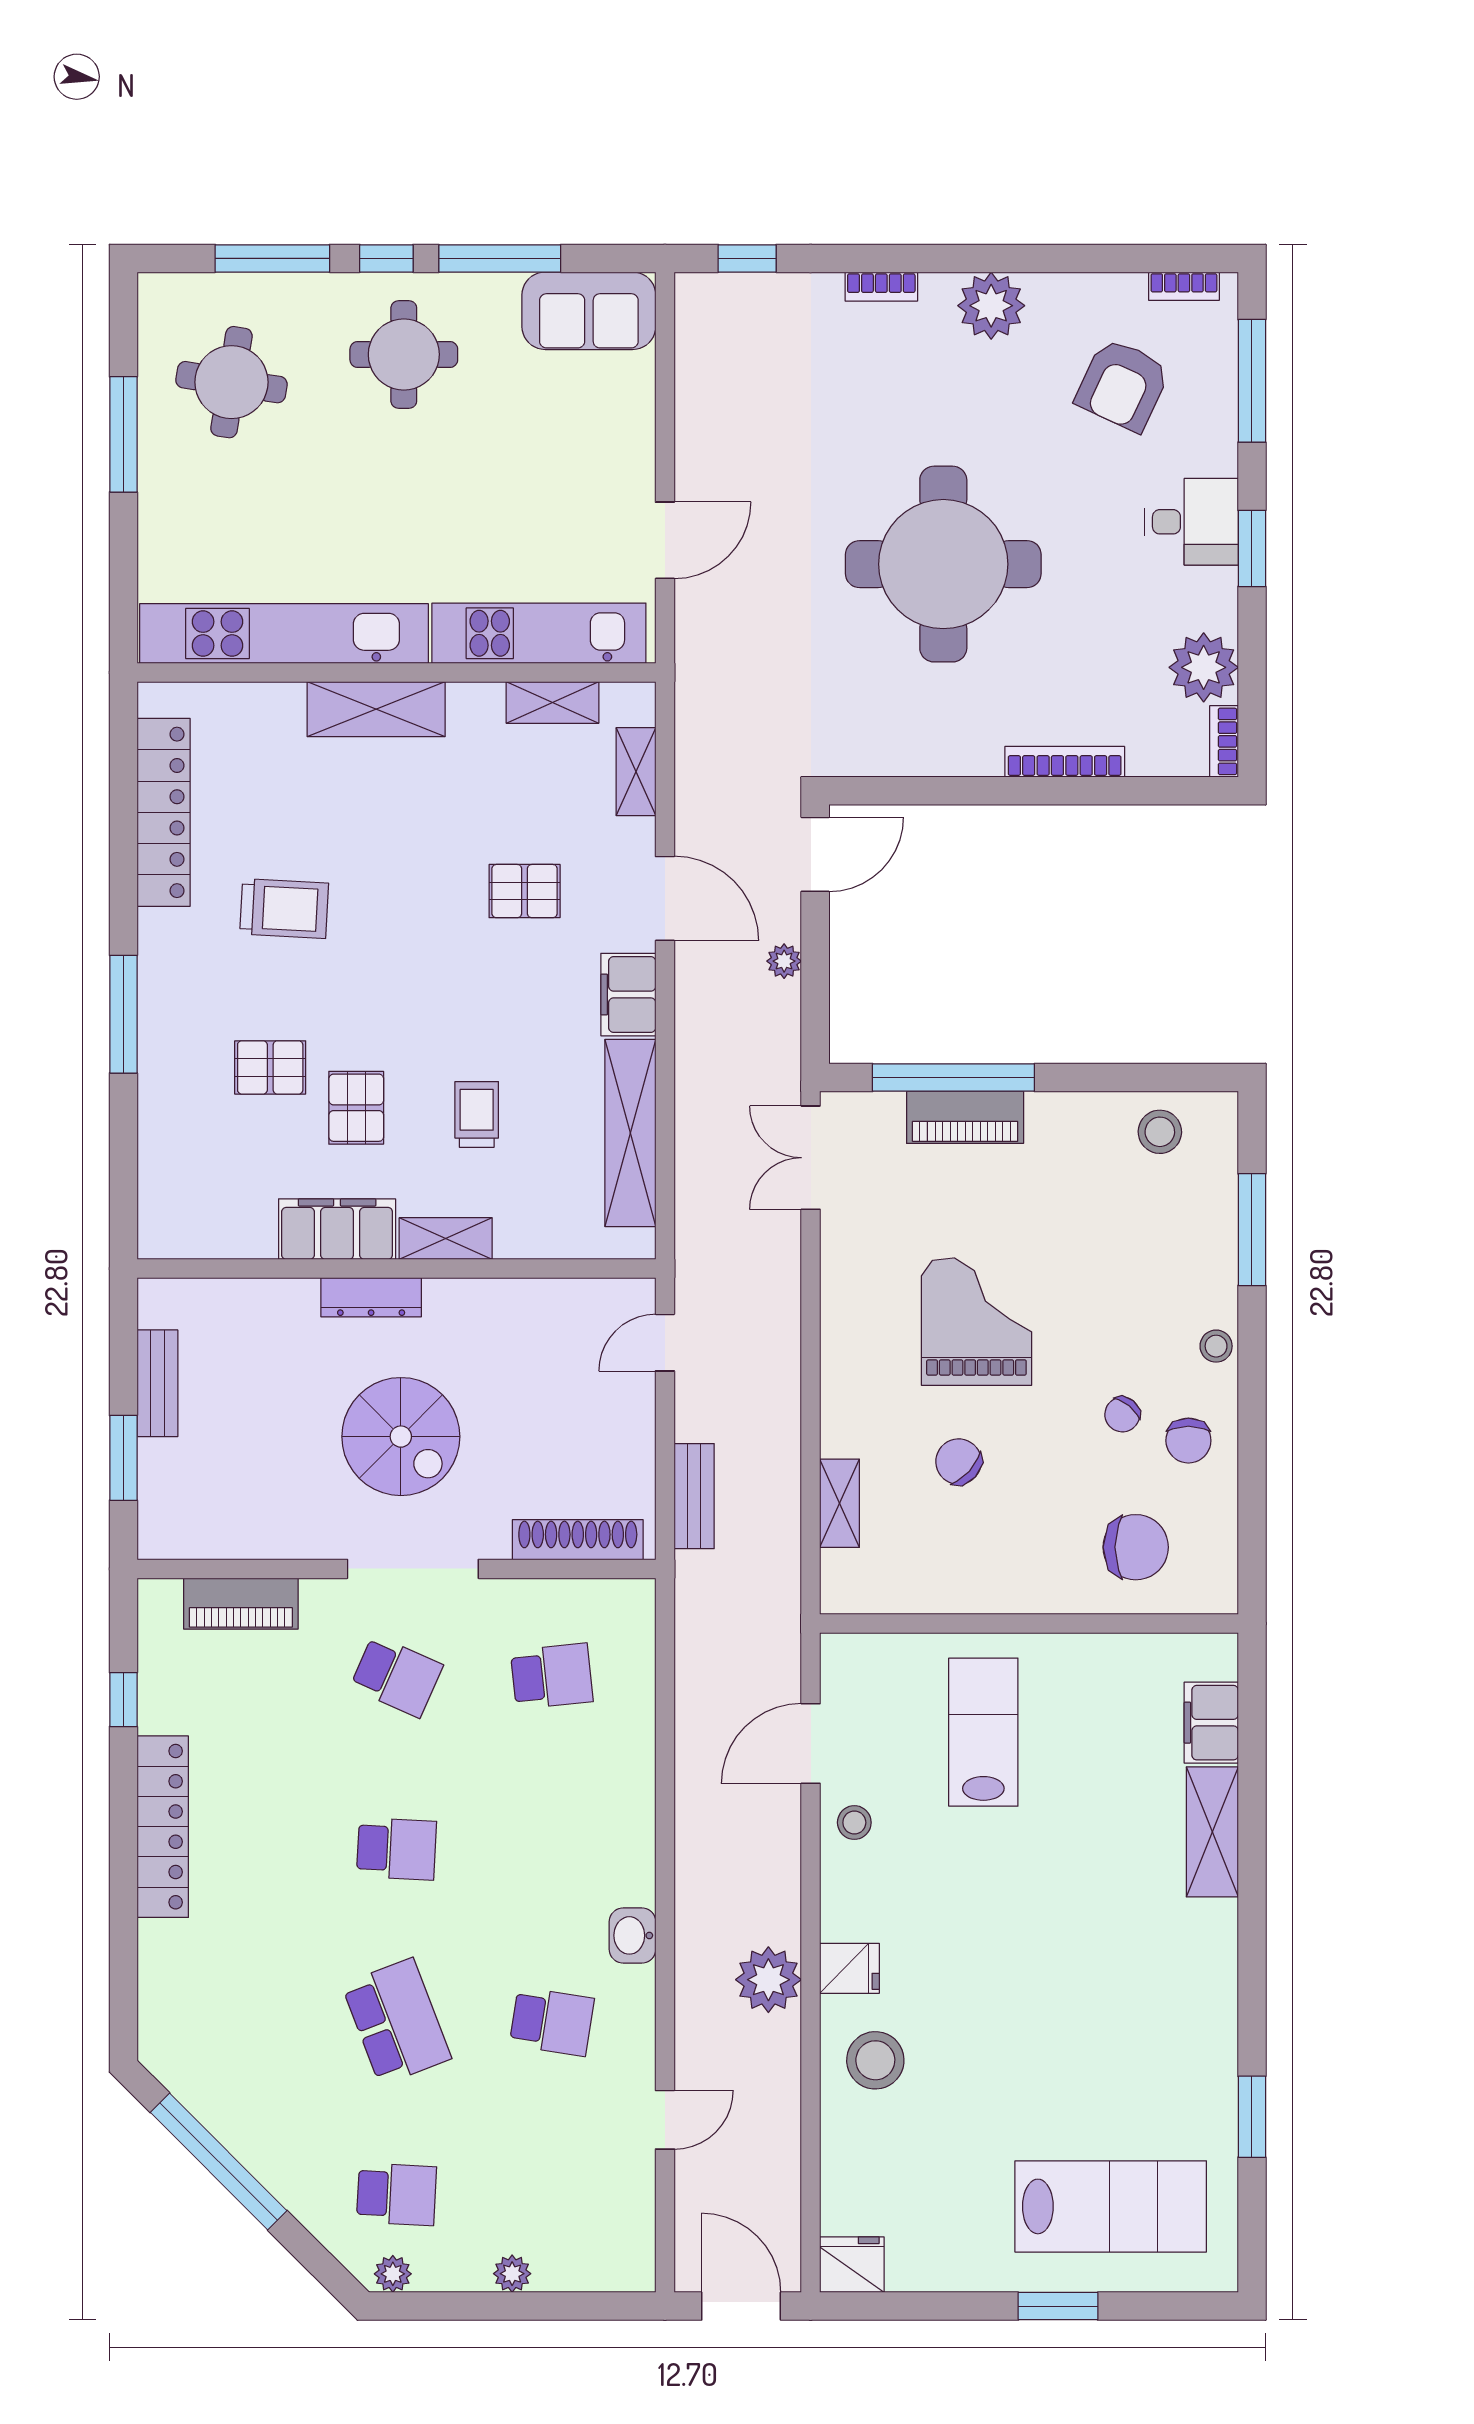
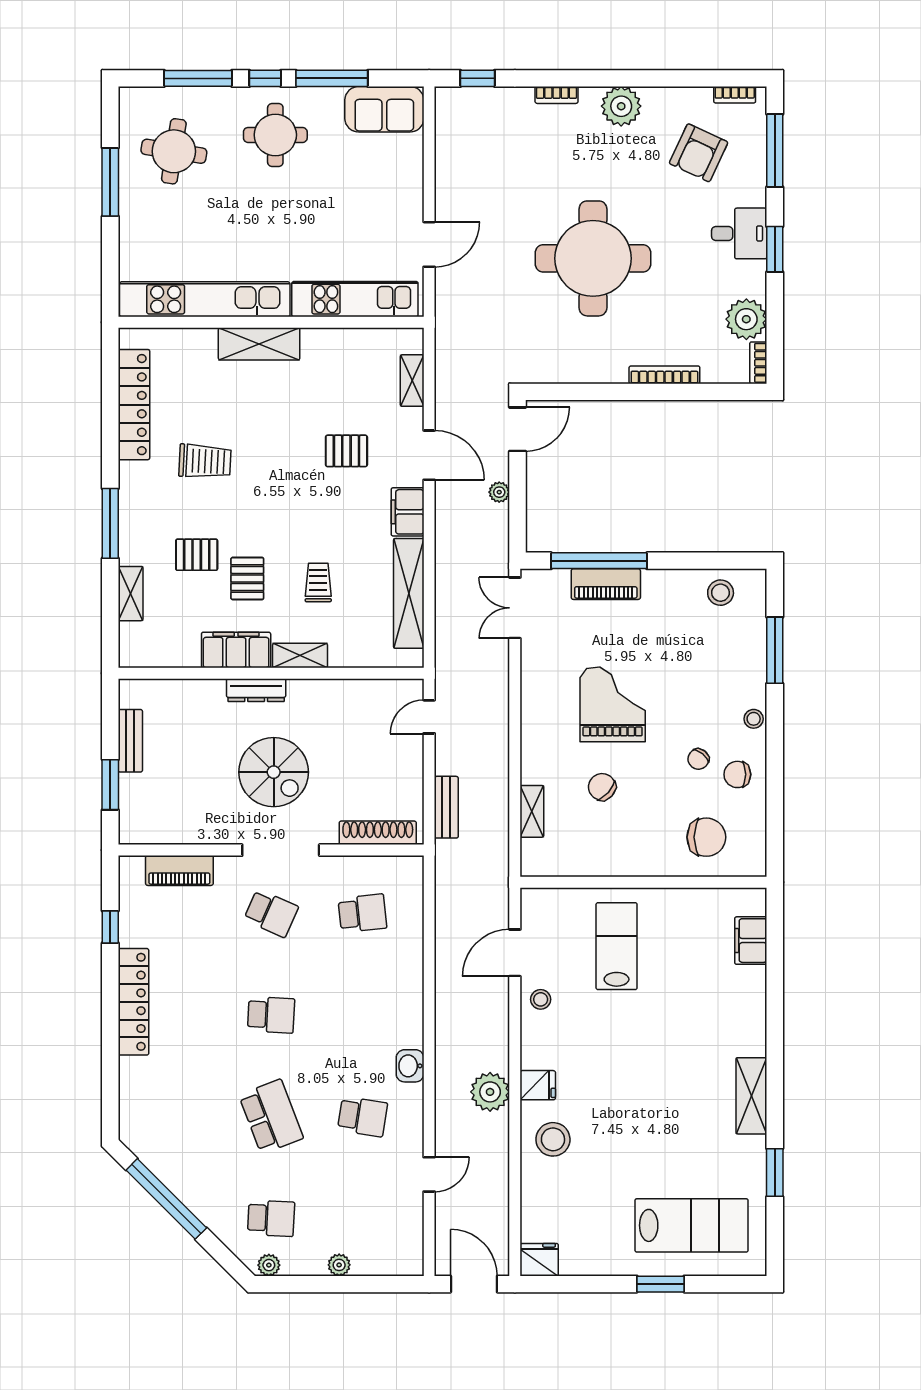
shelving: (552, 702) -> (131, 594), moved, turned 90
chair: (1188, 1441) -> (737, 774), turned 90
shelving: (1212, 1832) -> (751, 1096), moved

